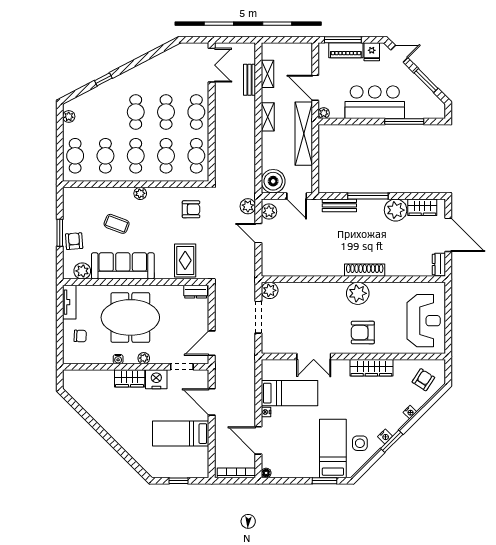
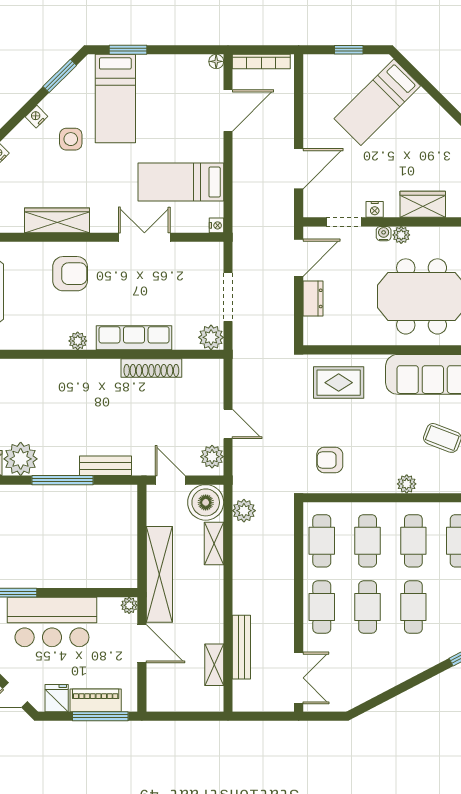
double door: (212, 65) -> (299, 678), swing flipped
bench: (250, 80) -> (241, 647), width x1.36
shelving: (268, 117) -> (214, 543), moved
plant: (248, 206) -> (244, 511), moved
rug: (185, 260) -> (339, 383), turned 90
shoe rack: (365, 270) -> (151, 368), moved
row of seats: (321, 290) -> (134, 338), added
dresser: (196, 292) -> (313, 298), moved, turned 90
plant: (358, 293) -> (78, 341), width x0.53, depth x0.53
water cooler: (118, 359) -> (384, 234), moved
nightstand: (156, 379) -> (375, 209), width x0.53, depth x0.56
door: (212, 402) -> (299, 169), hinge flipped
nightstand: (266, 412) -> (216, 225), moved
bed: (181, 434) -> (377, 102), moved, turned 135
door: (258, 440) -> (228, 111), hinge flipped
window: (392, 441) -> (60, 76), moved
side table: (360, 443) -> (71, 139), moved

